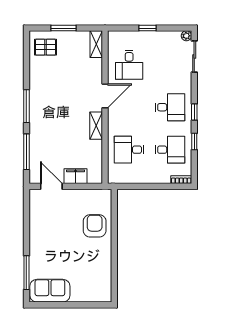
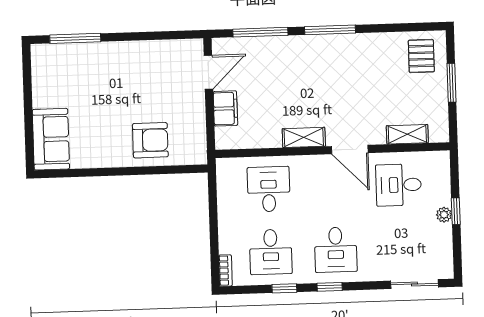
plant: (186, 36) -> (444, 215), moved
shelving: (96, 44) -> (407, 134), moved
sofa: (50, 291) -> (51, 139), moved

